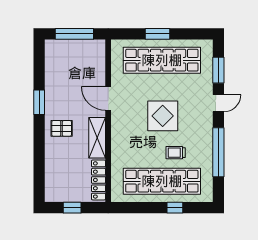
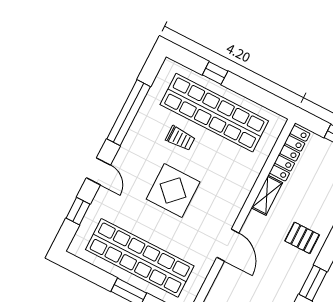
window: (218, 70) -> (78, 211), width x0.67
door: (218, 103) -> (98, 171), swing flipped
shelving: (97, 138) -> (267, 195), width x0.67, depth x0.75

